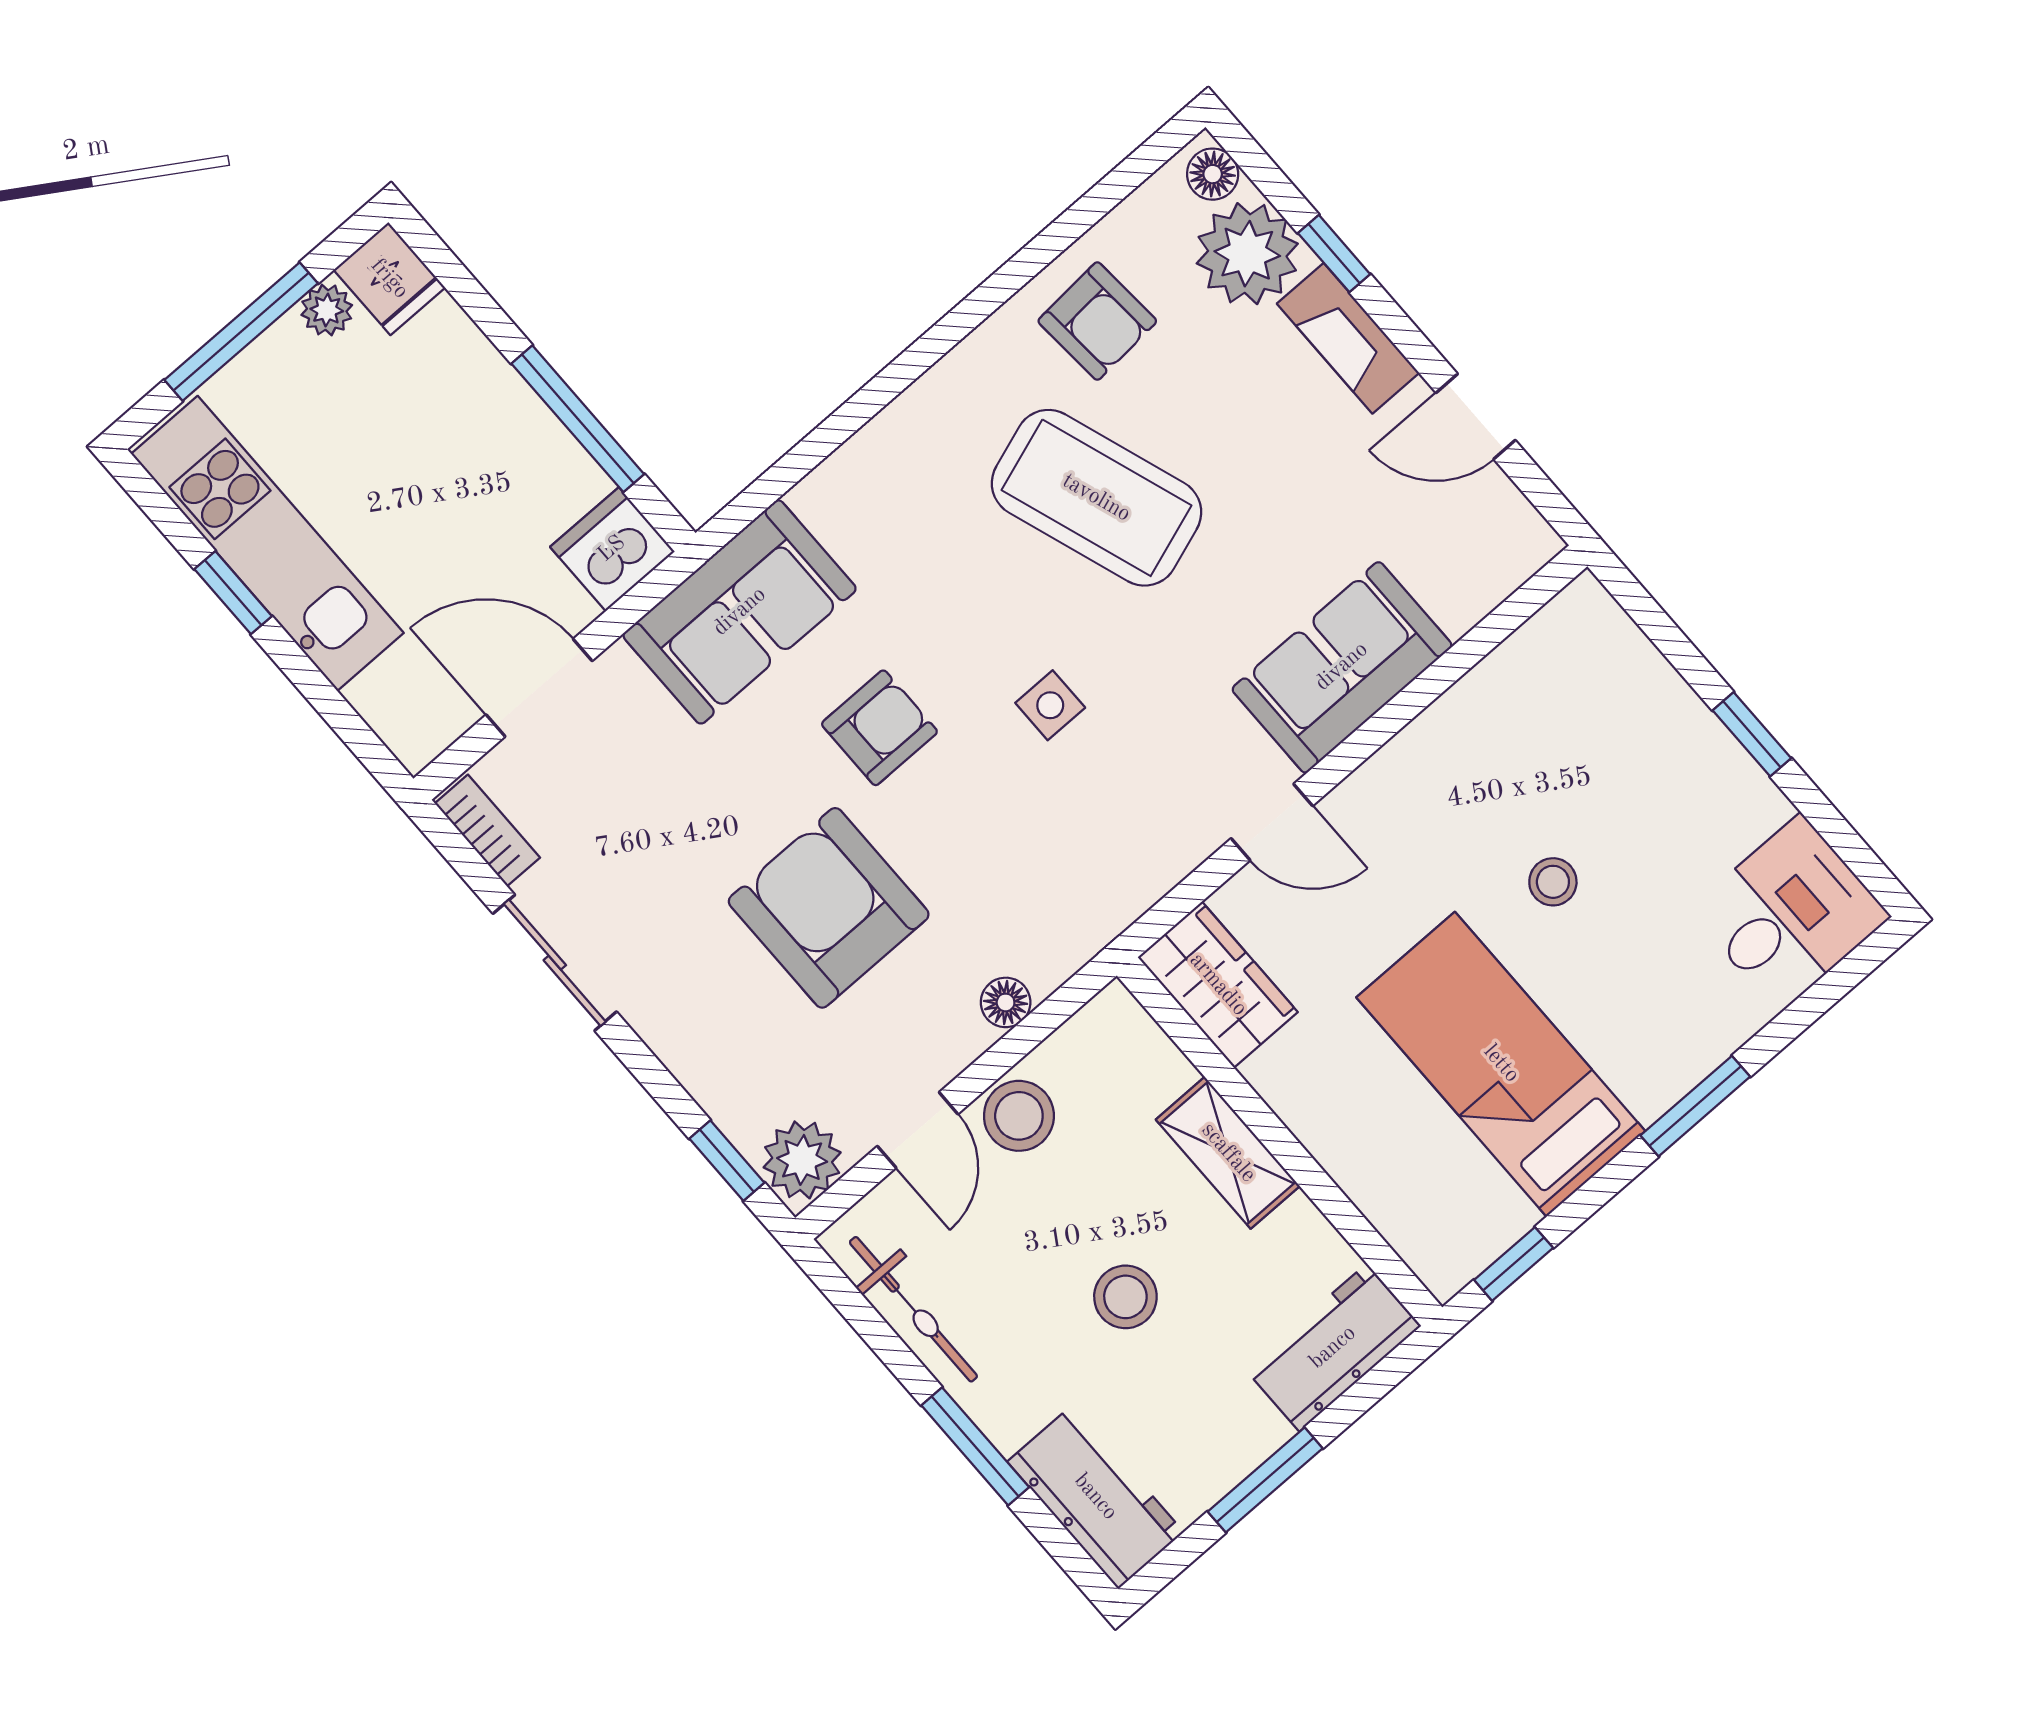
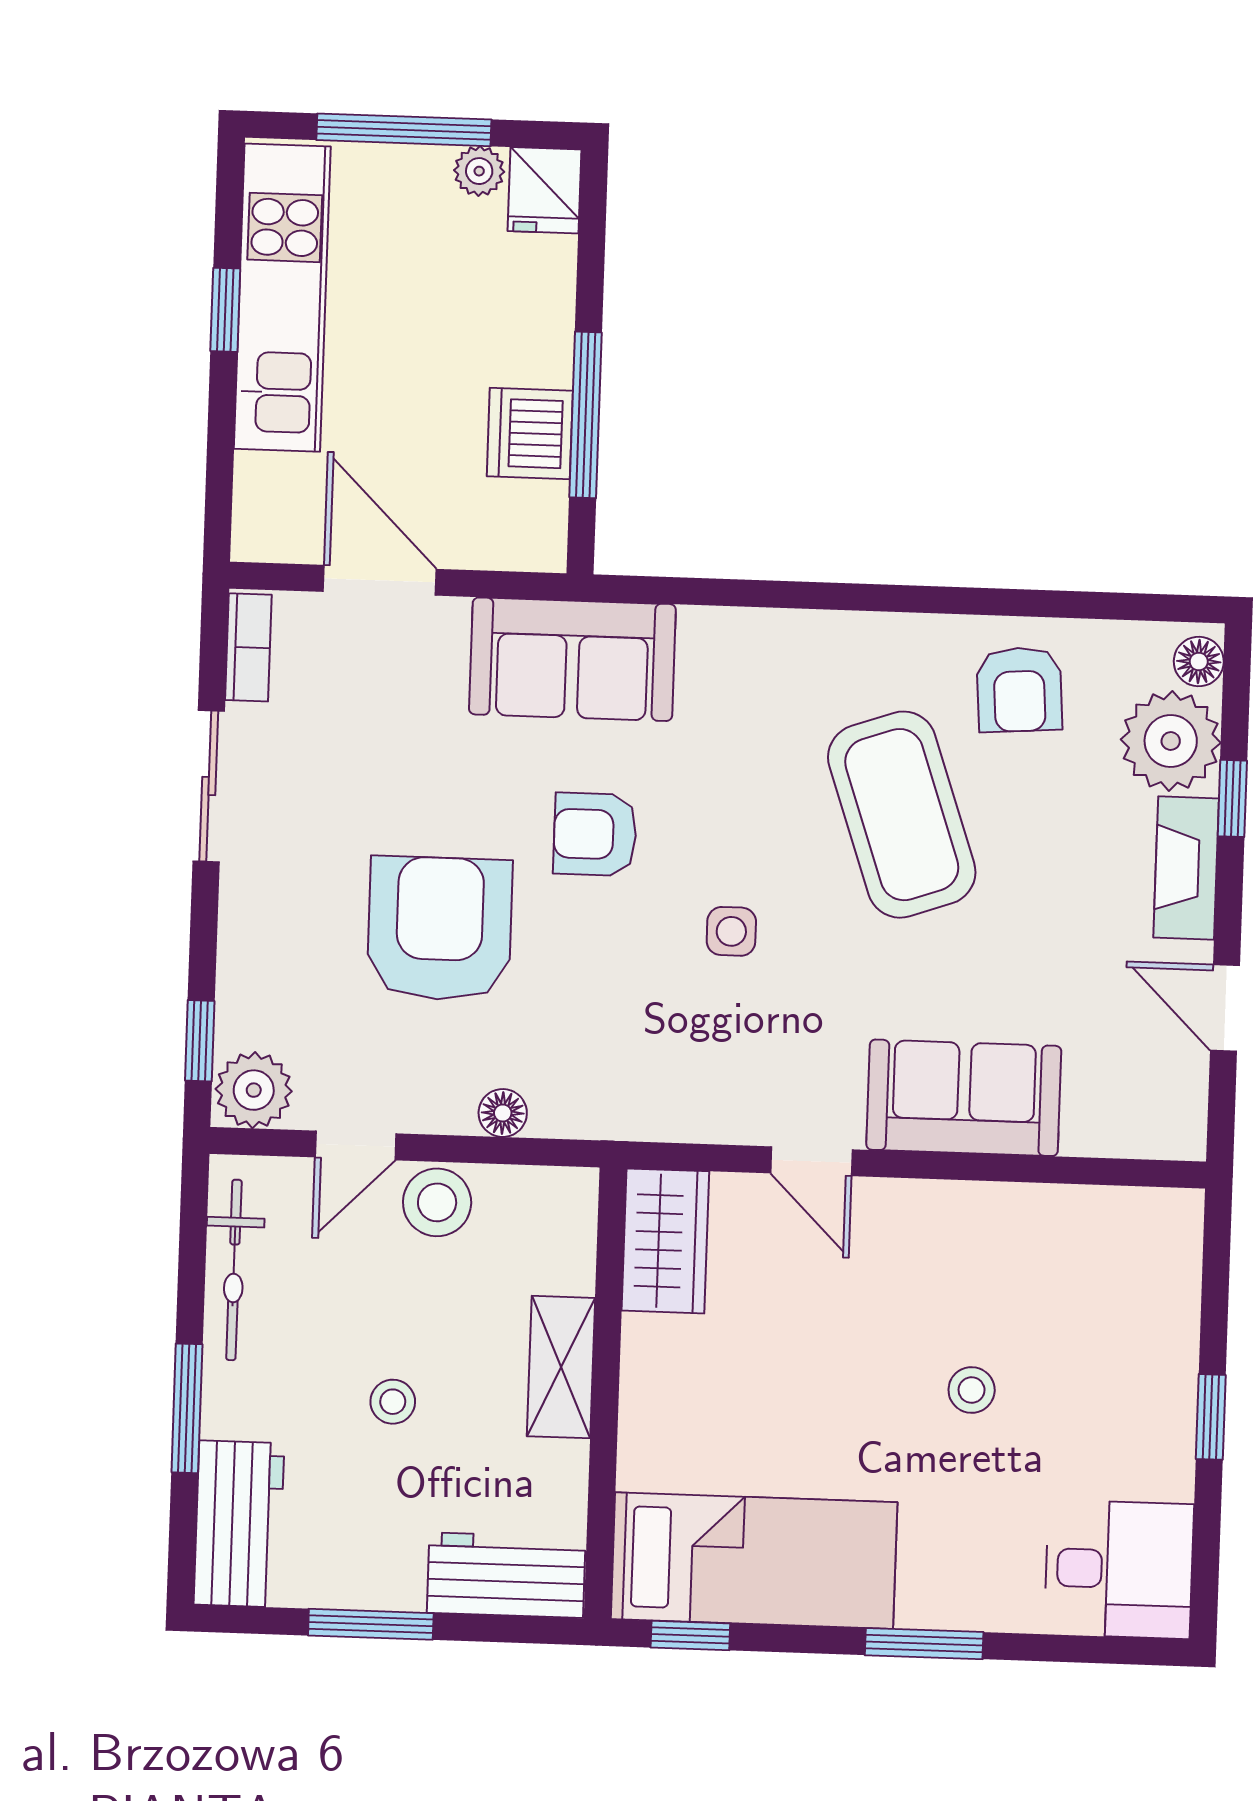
dishwasher: (612, 549) -> (530, 433), moved, turned -90
armchair: (879, 728) -> (595, 834), turned 180
bed: (1501, 1064) -> (754, 1561), moved, turned 90
stool: (1125, 1297) -> (393, 1402), width x0.73, depth x0.73

